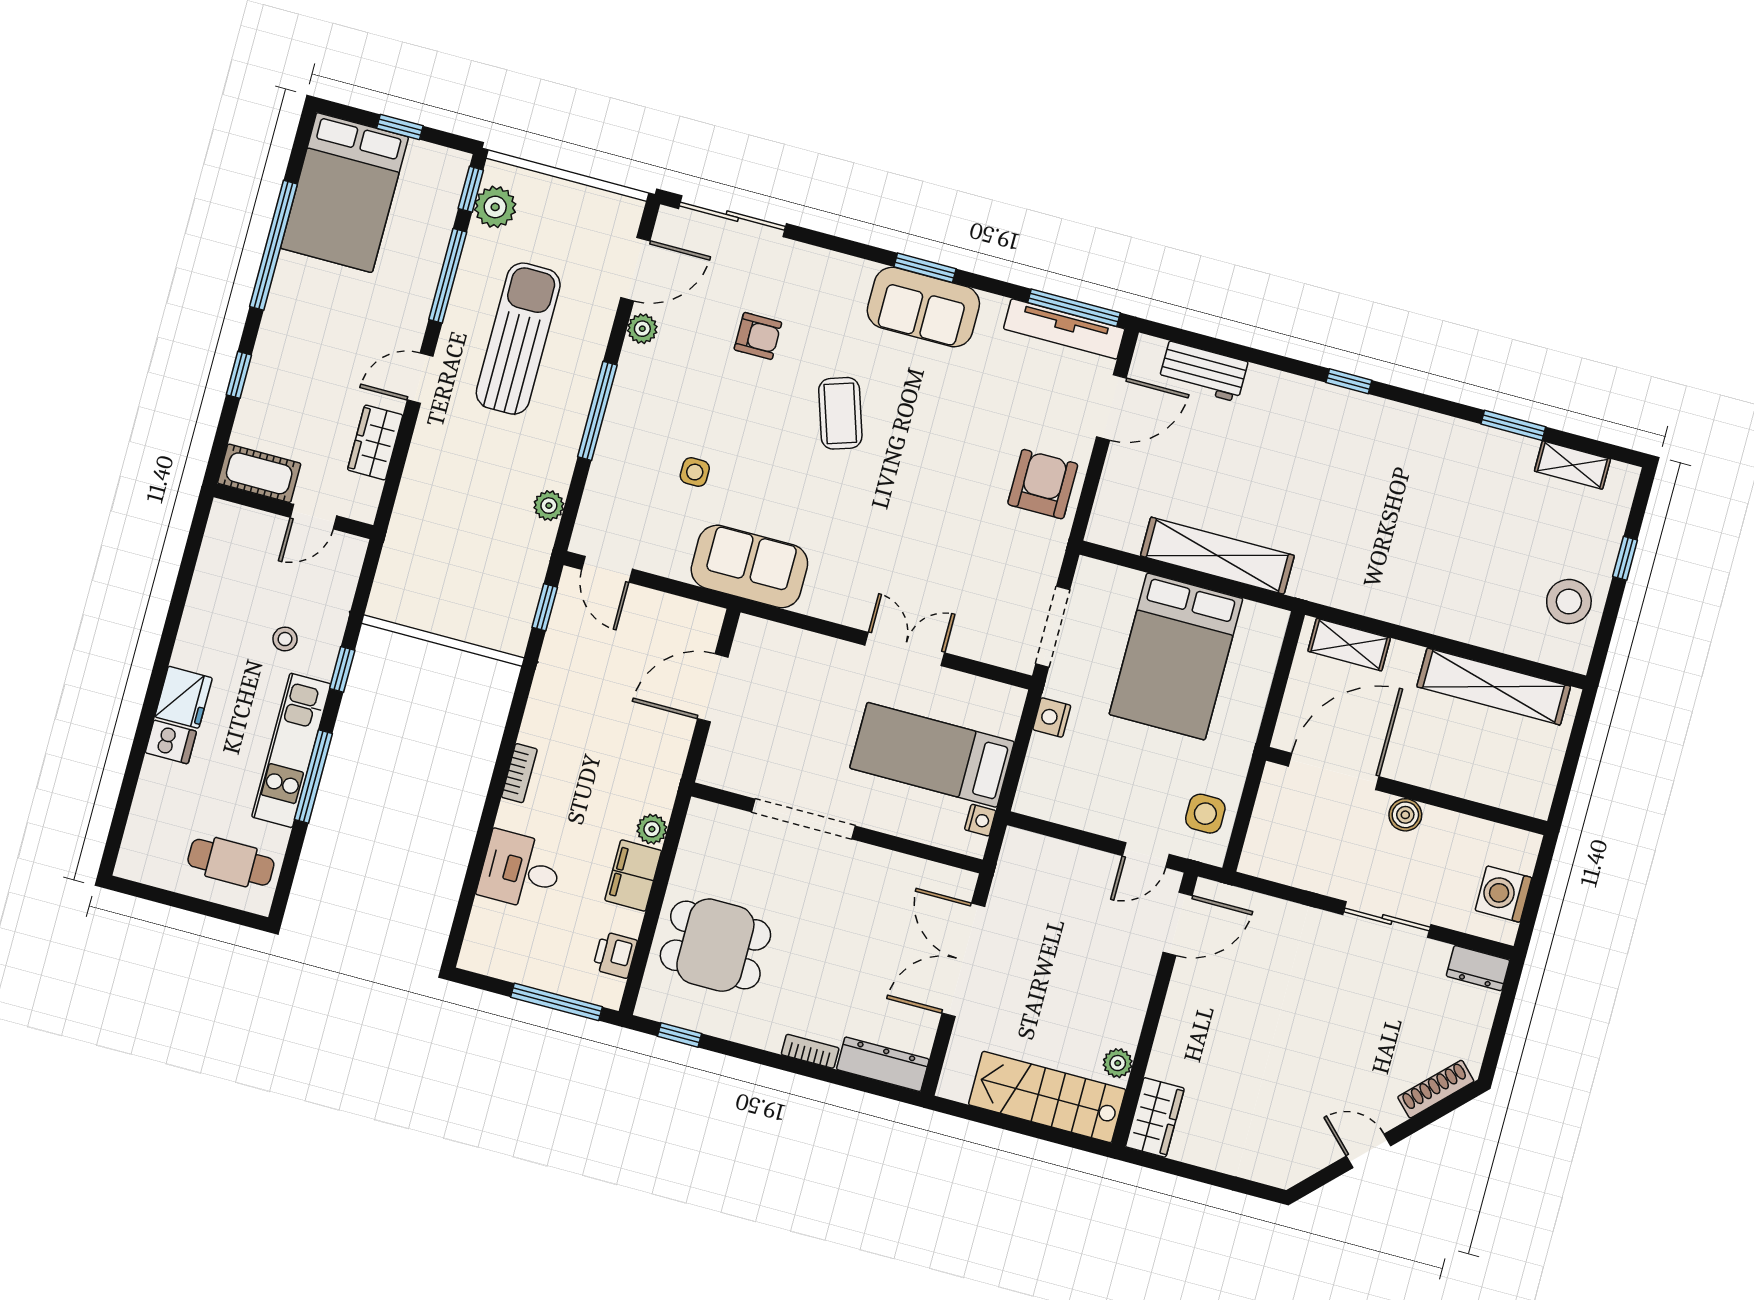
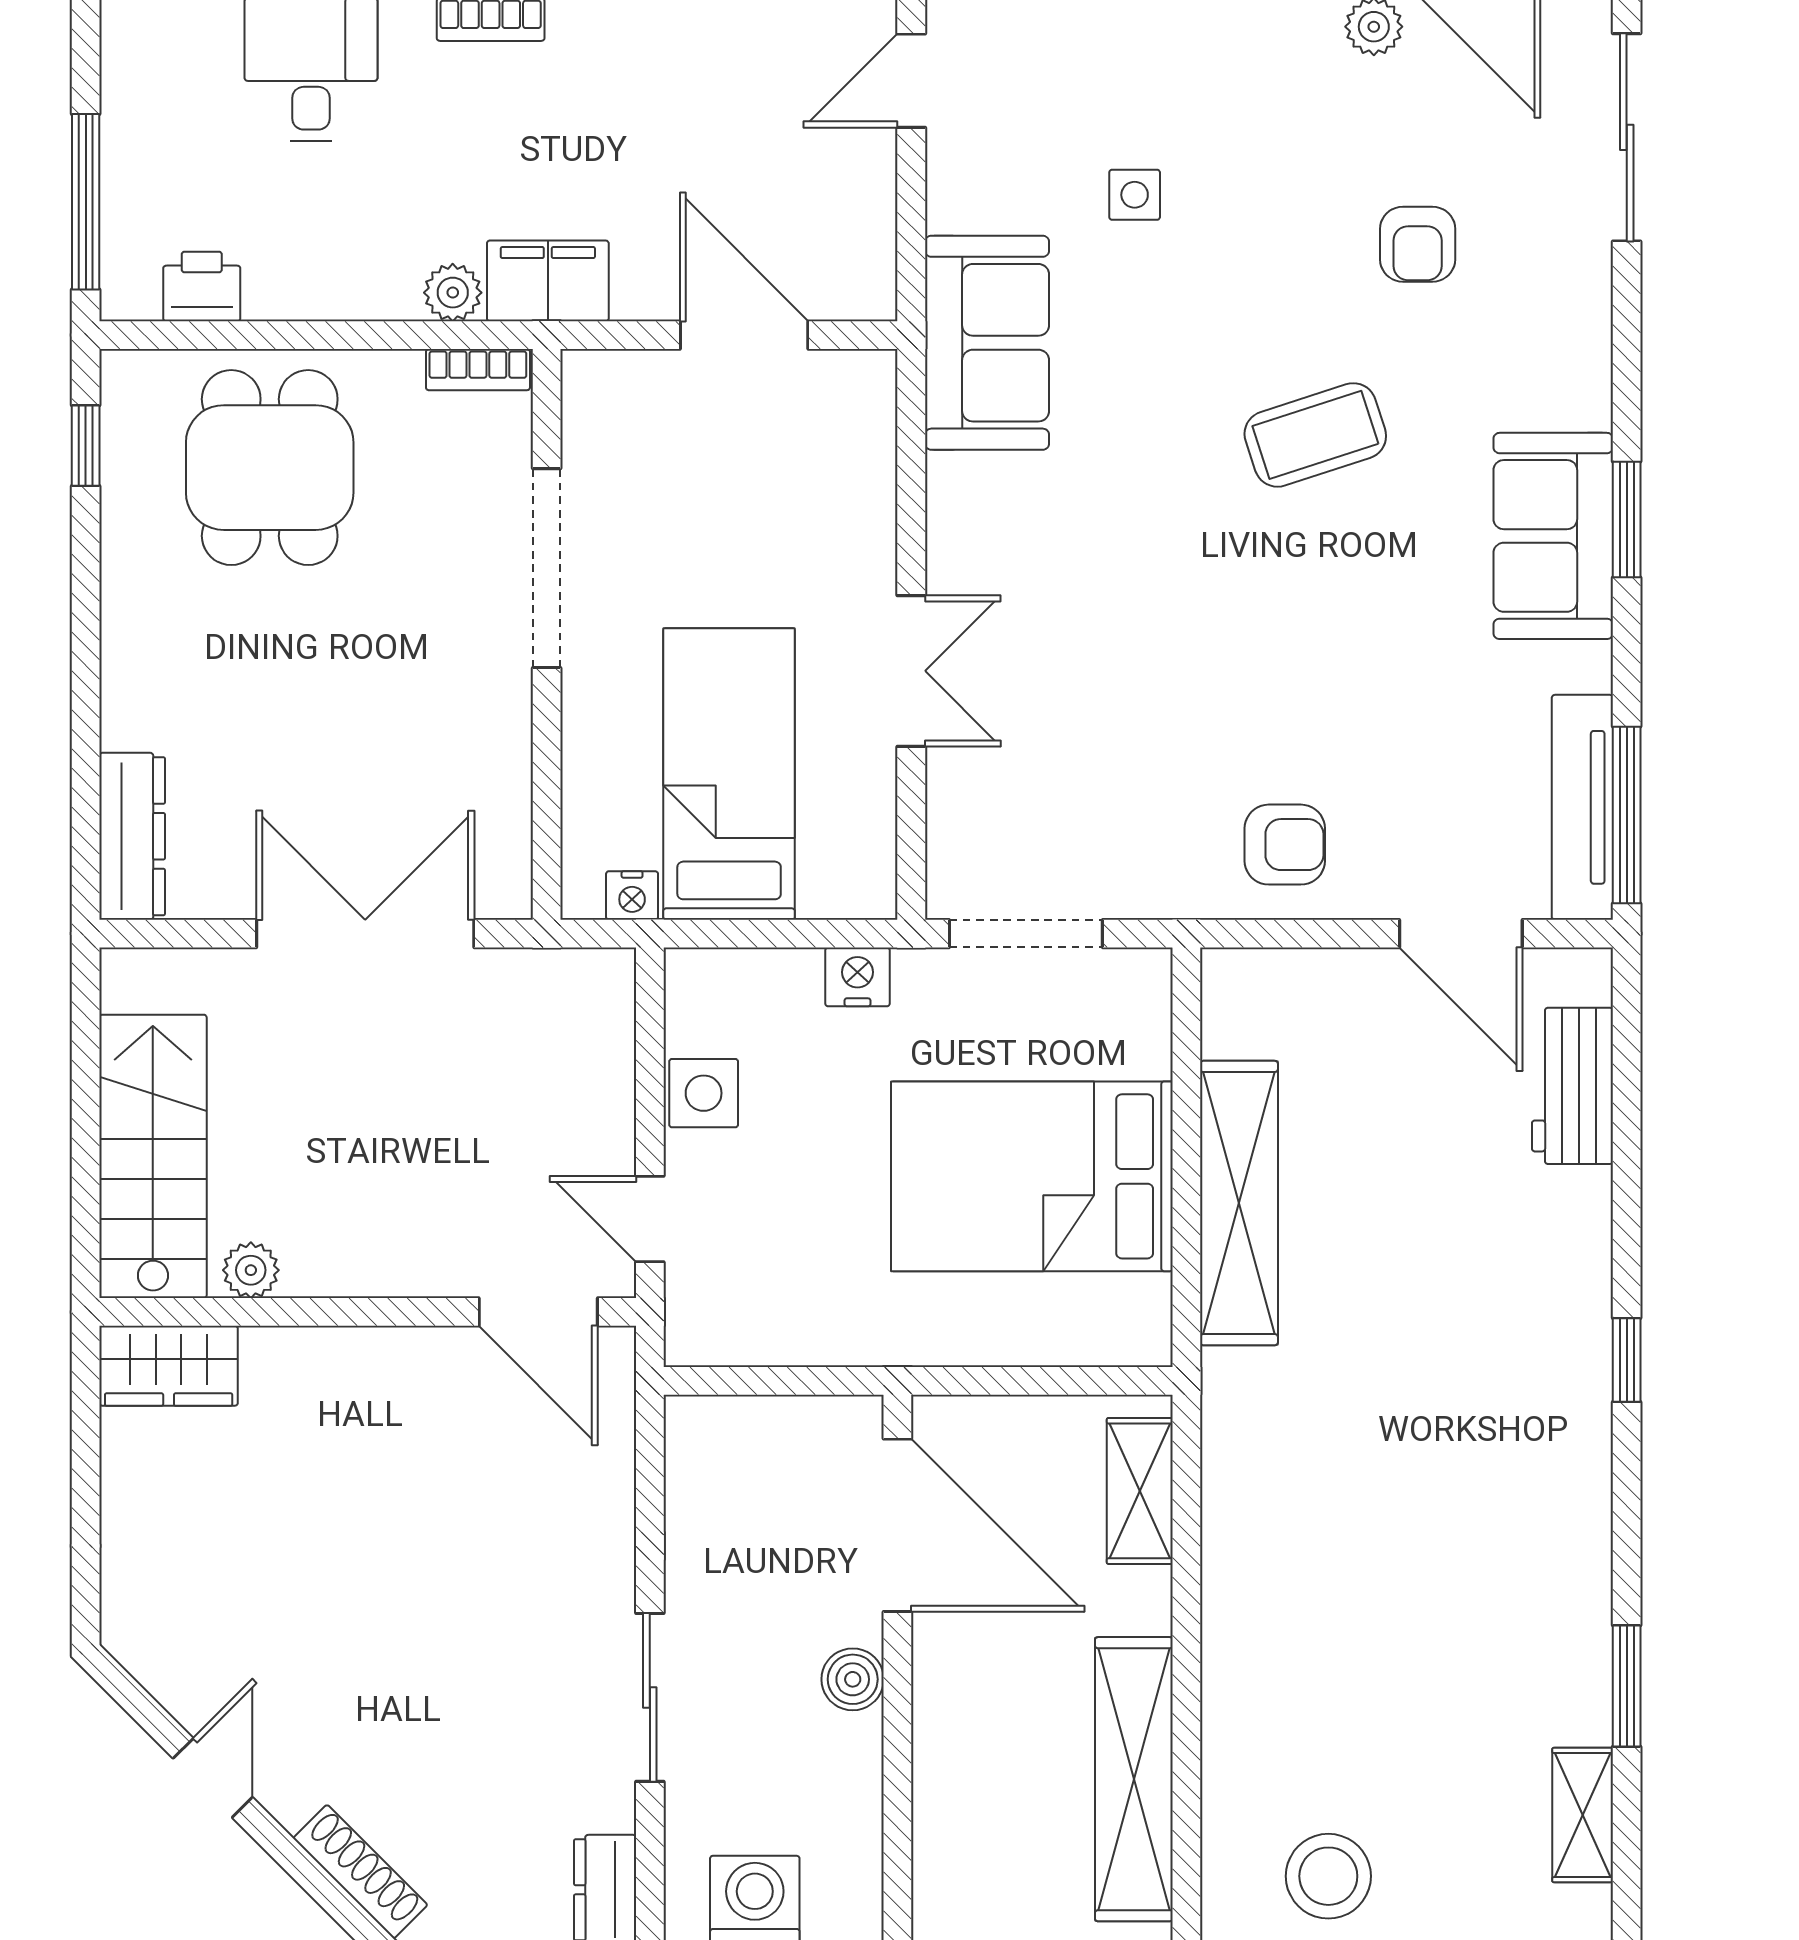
armchair: (1043, 484) -> (1285, 845), width x0.72, depth x0.72
side table: (1205, 814) -> (704, 1093), moved
filing cabinet: (633, 875) -> (548, 281), moved
bookcase: (810, 1051) -> (478, 370), moved, turned 90

